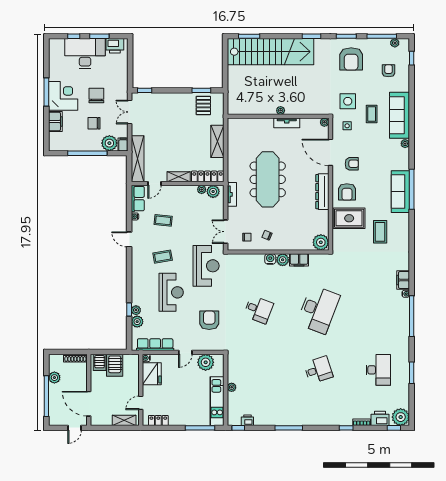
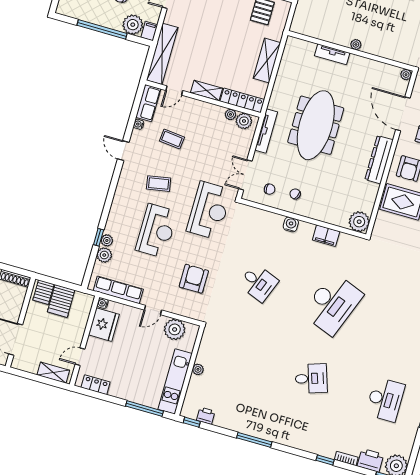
tv unit: (287, 123) -> (332, 54), moved
tv unit: (232, 194) -> (266, 131), width x1.41
plant: (283, 260) -> (306, 230), removed

